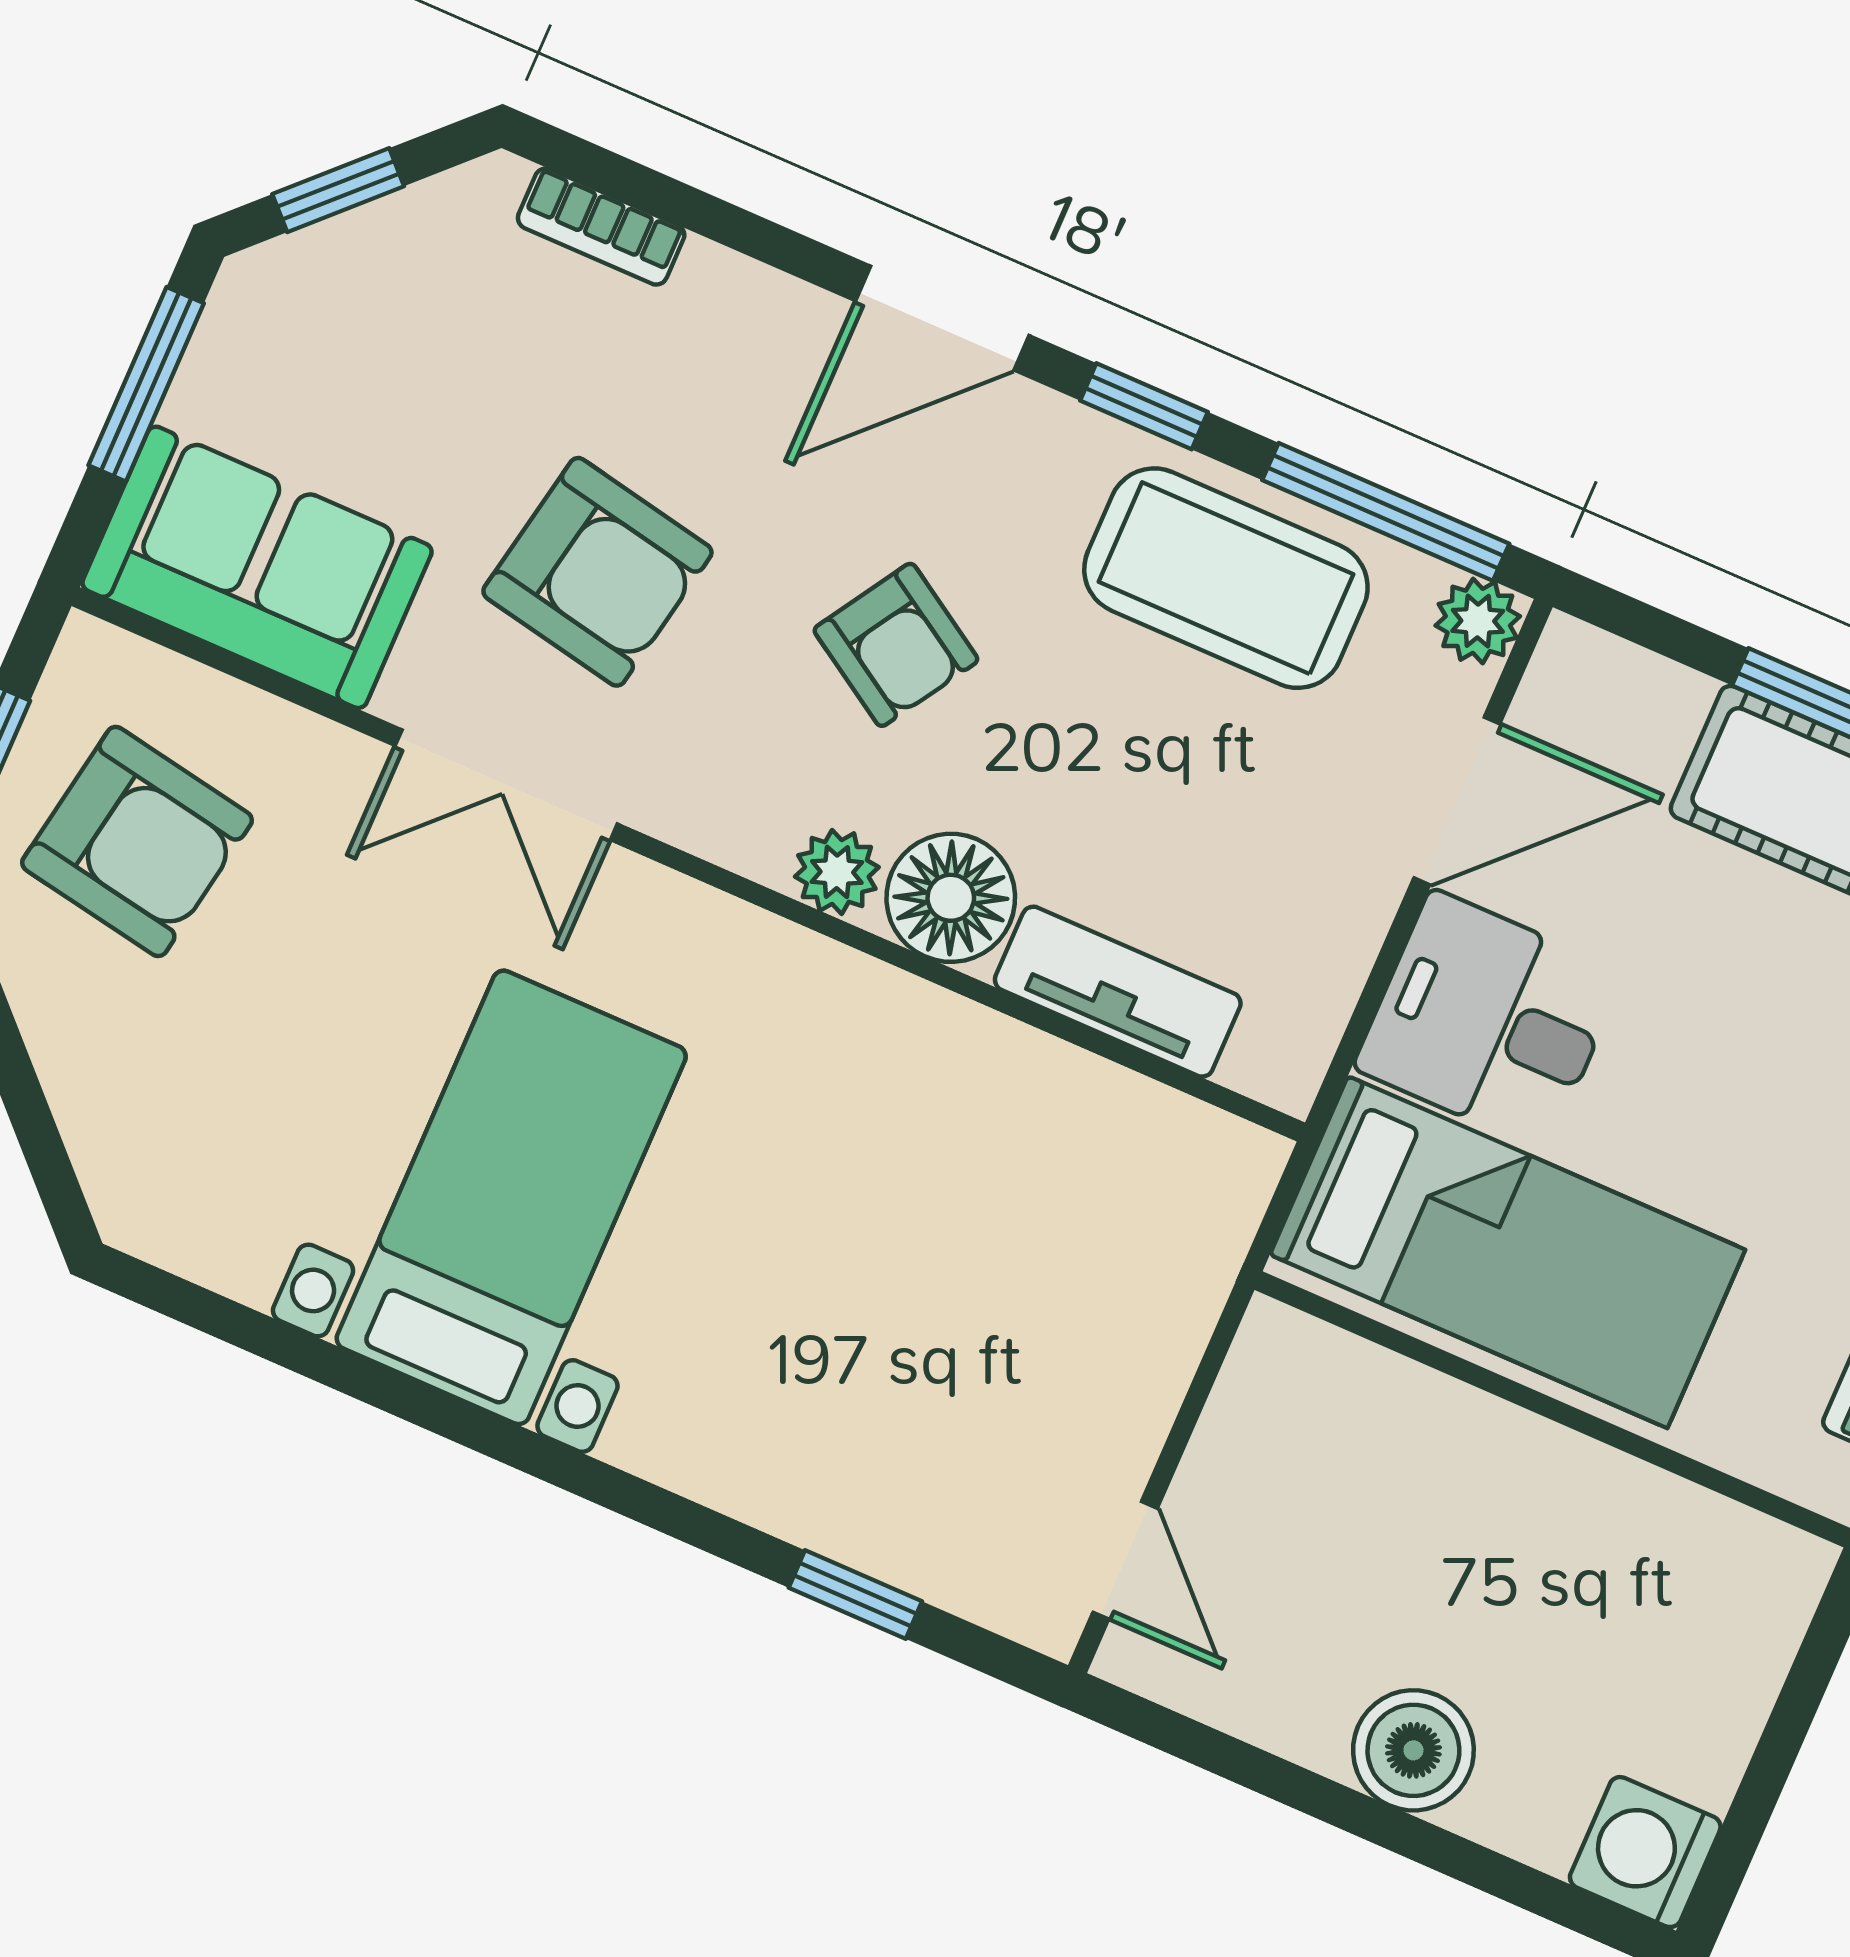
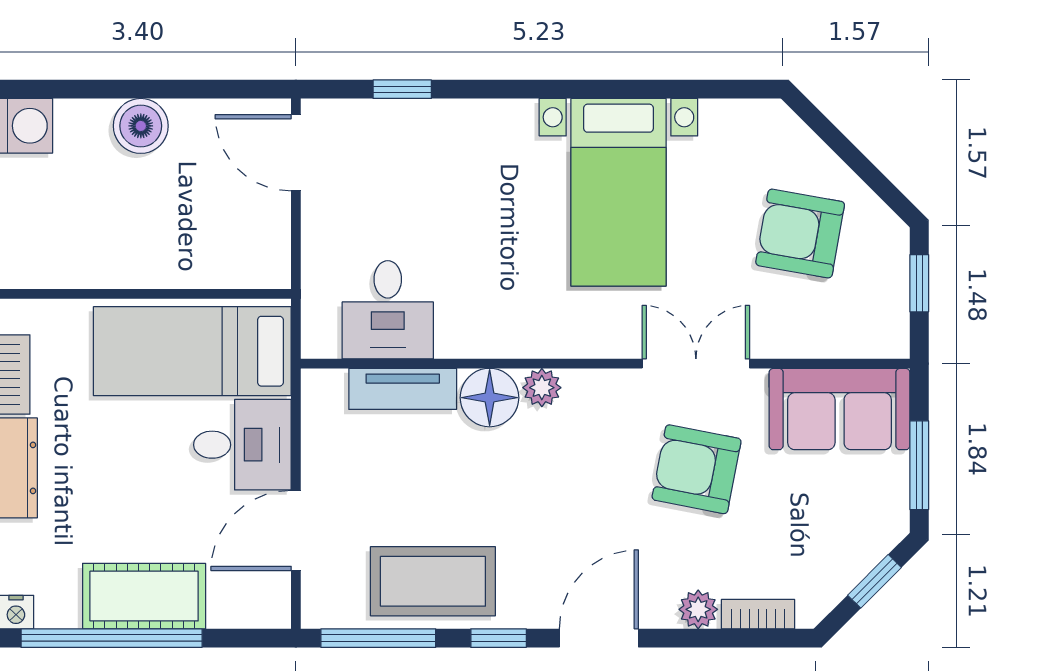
plant: (1478, 621) -> (698, 609), moved
armchair: (896, 645) -> (559, 493), removed
armchair: (137, 841) -> (800, 234), moved
desk: (1078, 1164) -> (388, 310), added
door: (1125, 1560) -> (296, 153), width x1.37

